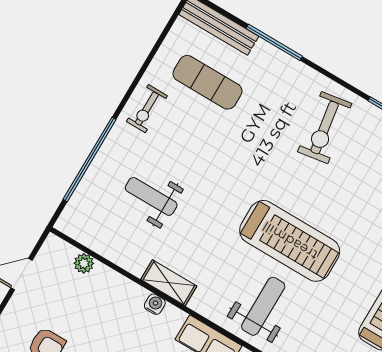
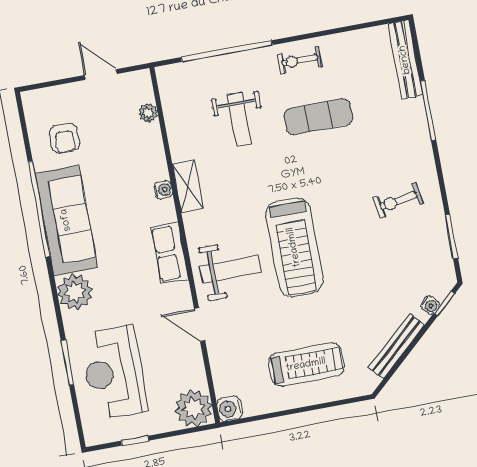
exercise mat: (207, 82) -> (318, 117), moved, turned 90
exercise bike: (325, 128) -> (398, 201), width x0.73, depth x0.72
weight bench: (151, 196) -> (239, 119), turned 180

